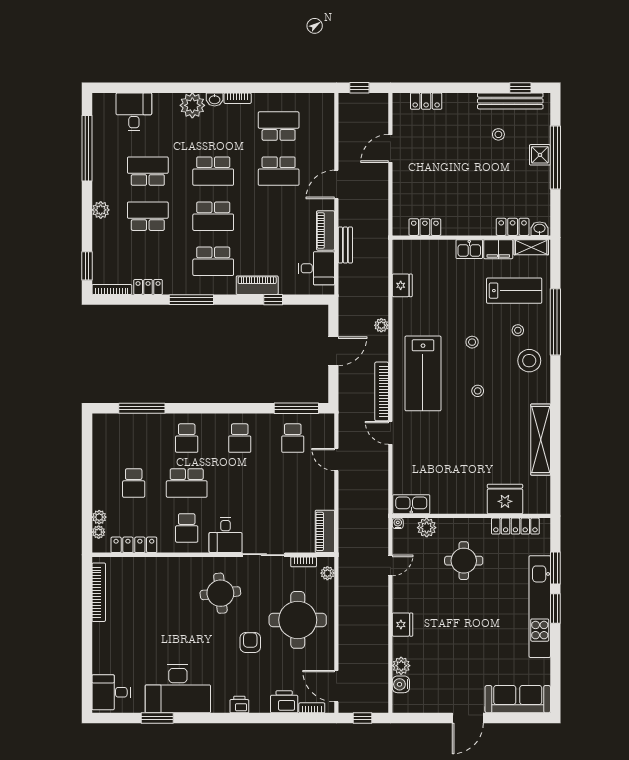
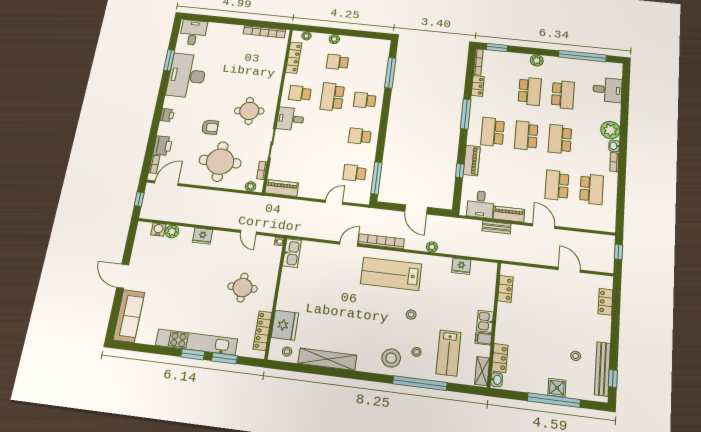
filing cabinet: (498, 249) -> (483, 339), width x0.50
stool: (478, 391) -> (287, 352), moved
plant: (99, 517) -> (334, 39), moved
plant: (427, 528) -> (272, 263), removed

